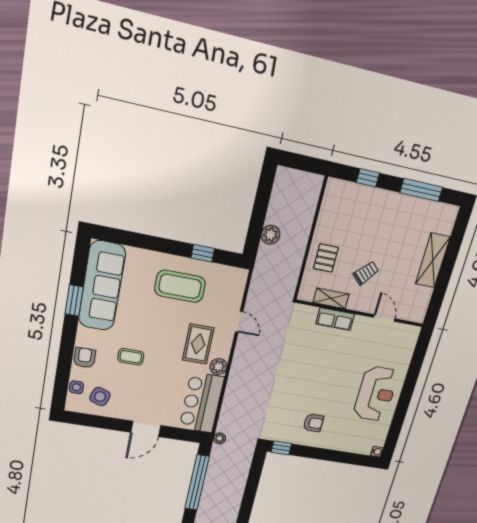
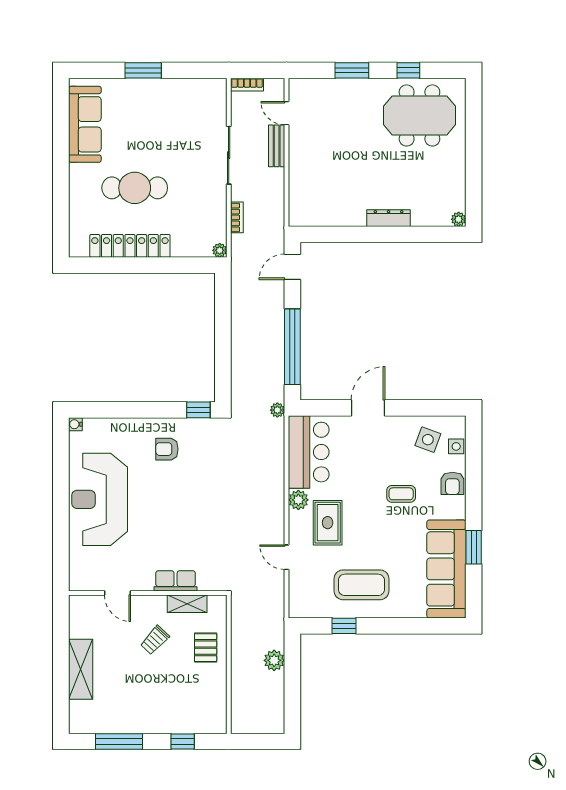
reception desk: (376, 394) -> (100, 499), width x1.36, depth x1.30

